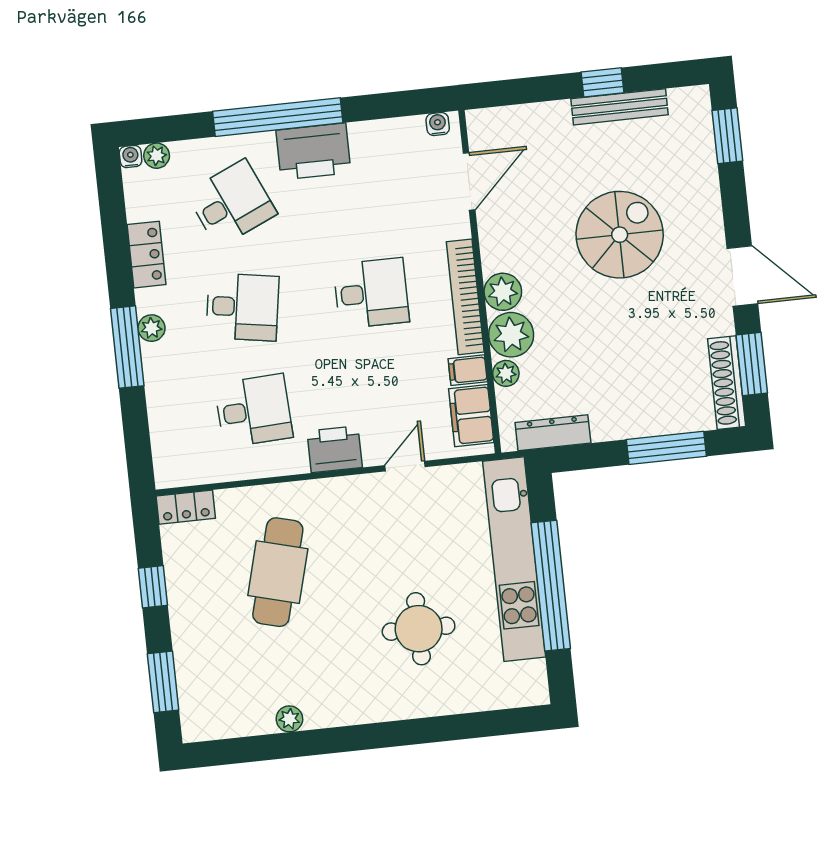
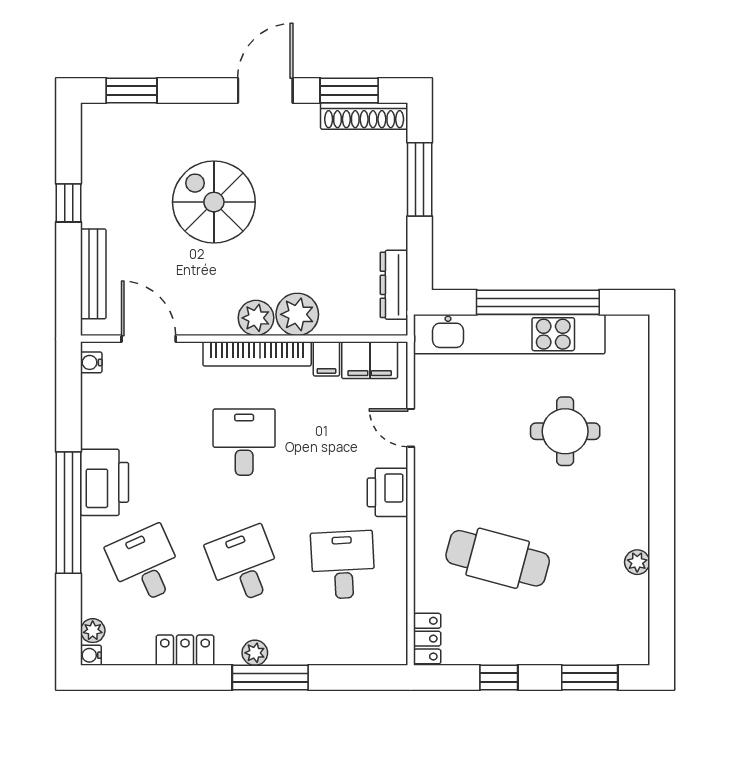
bench: (619, 107) -> (93, 274), moved
desk: (242, 307) -> (244, 565), turned -30
plant: (506, 373) -> (333, 323), removed

